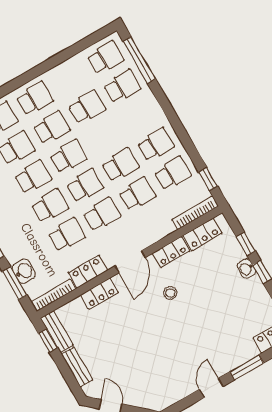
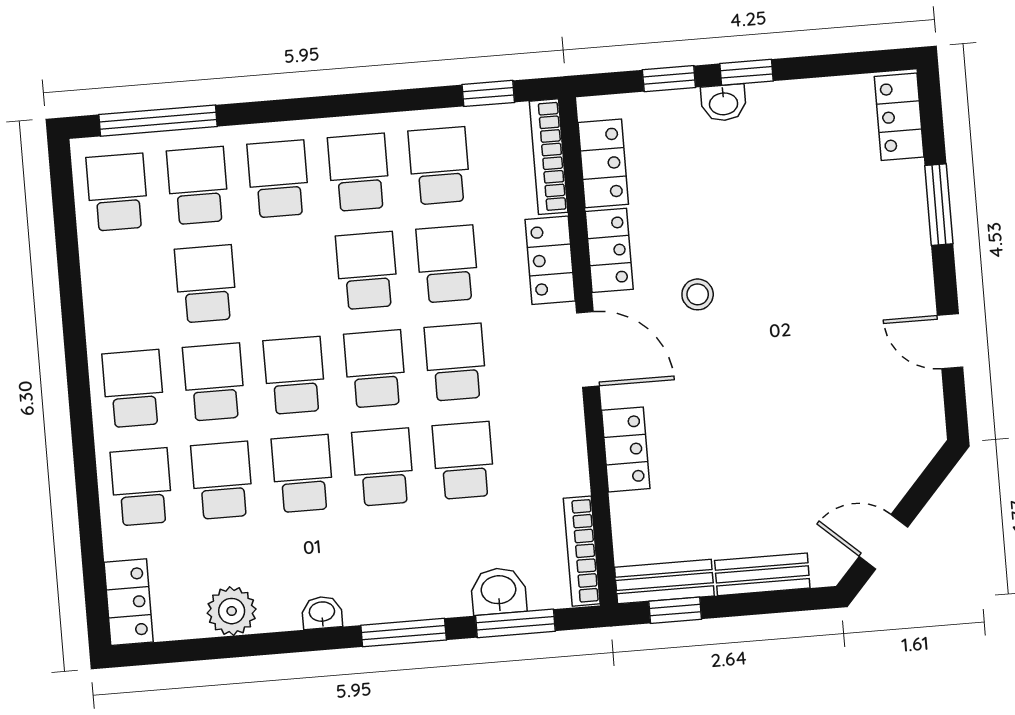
school desk: (139, 116) -> (278, 179), added
locker: (88, 272) -> (550, 260), moved
door: (211, 388) -> (950, 341), moved

